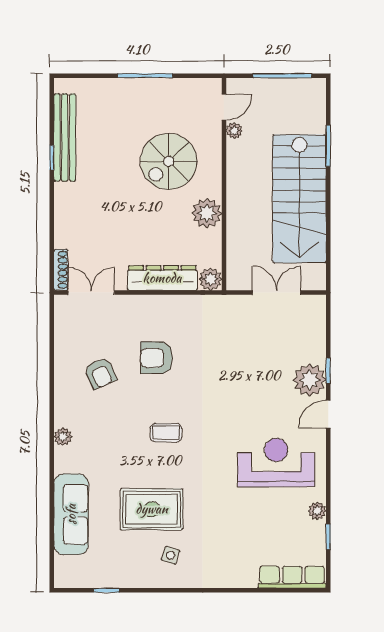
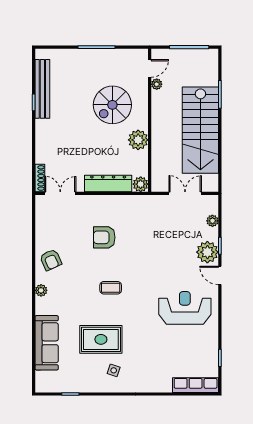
armchair: (100, 373) -> (51, 260), moved
door: (328, 414) -> (220, 275), hinge flipped
plant: (317, 511) -> (212, 221), moved

